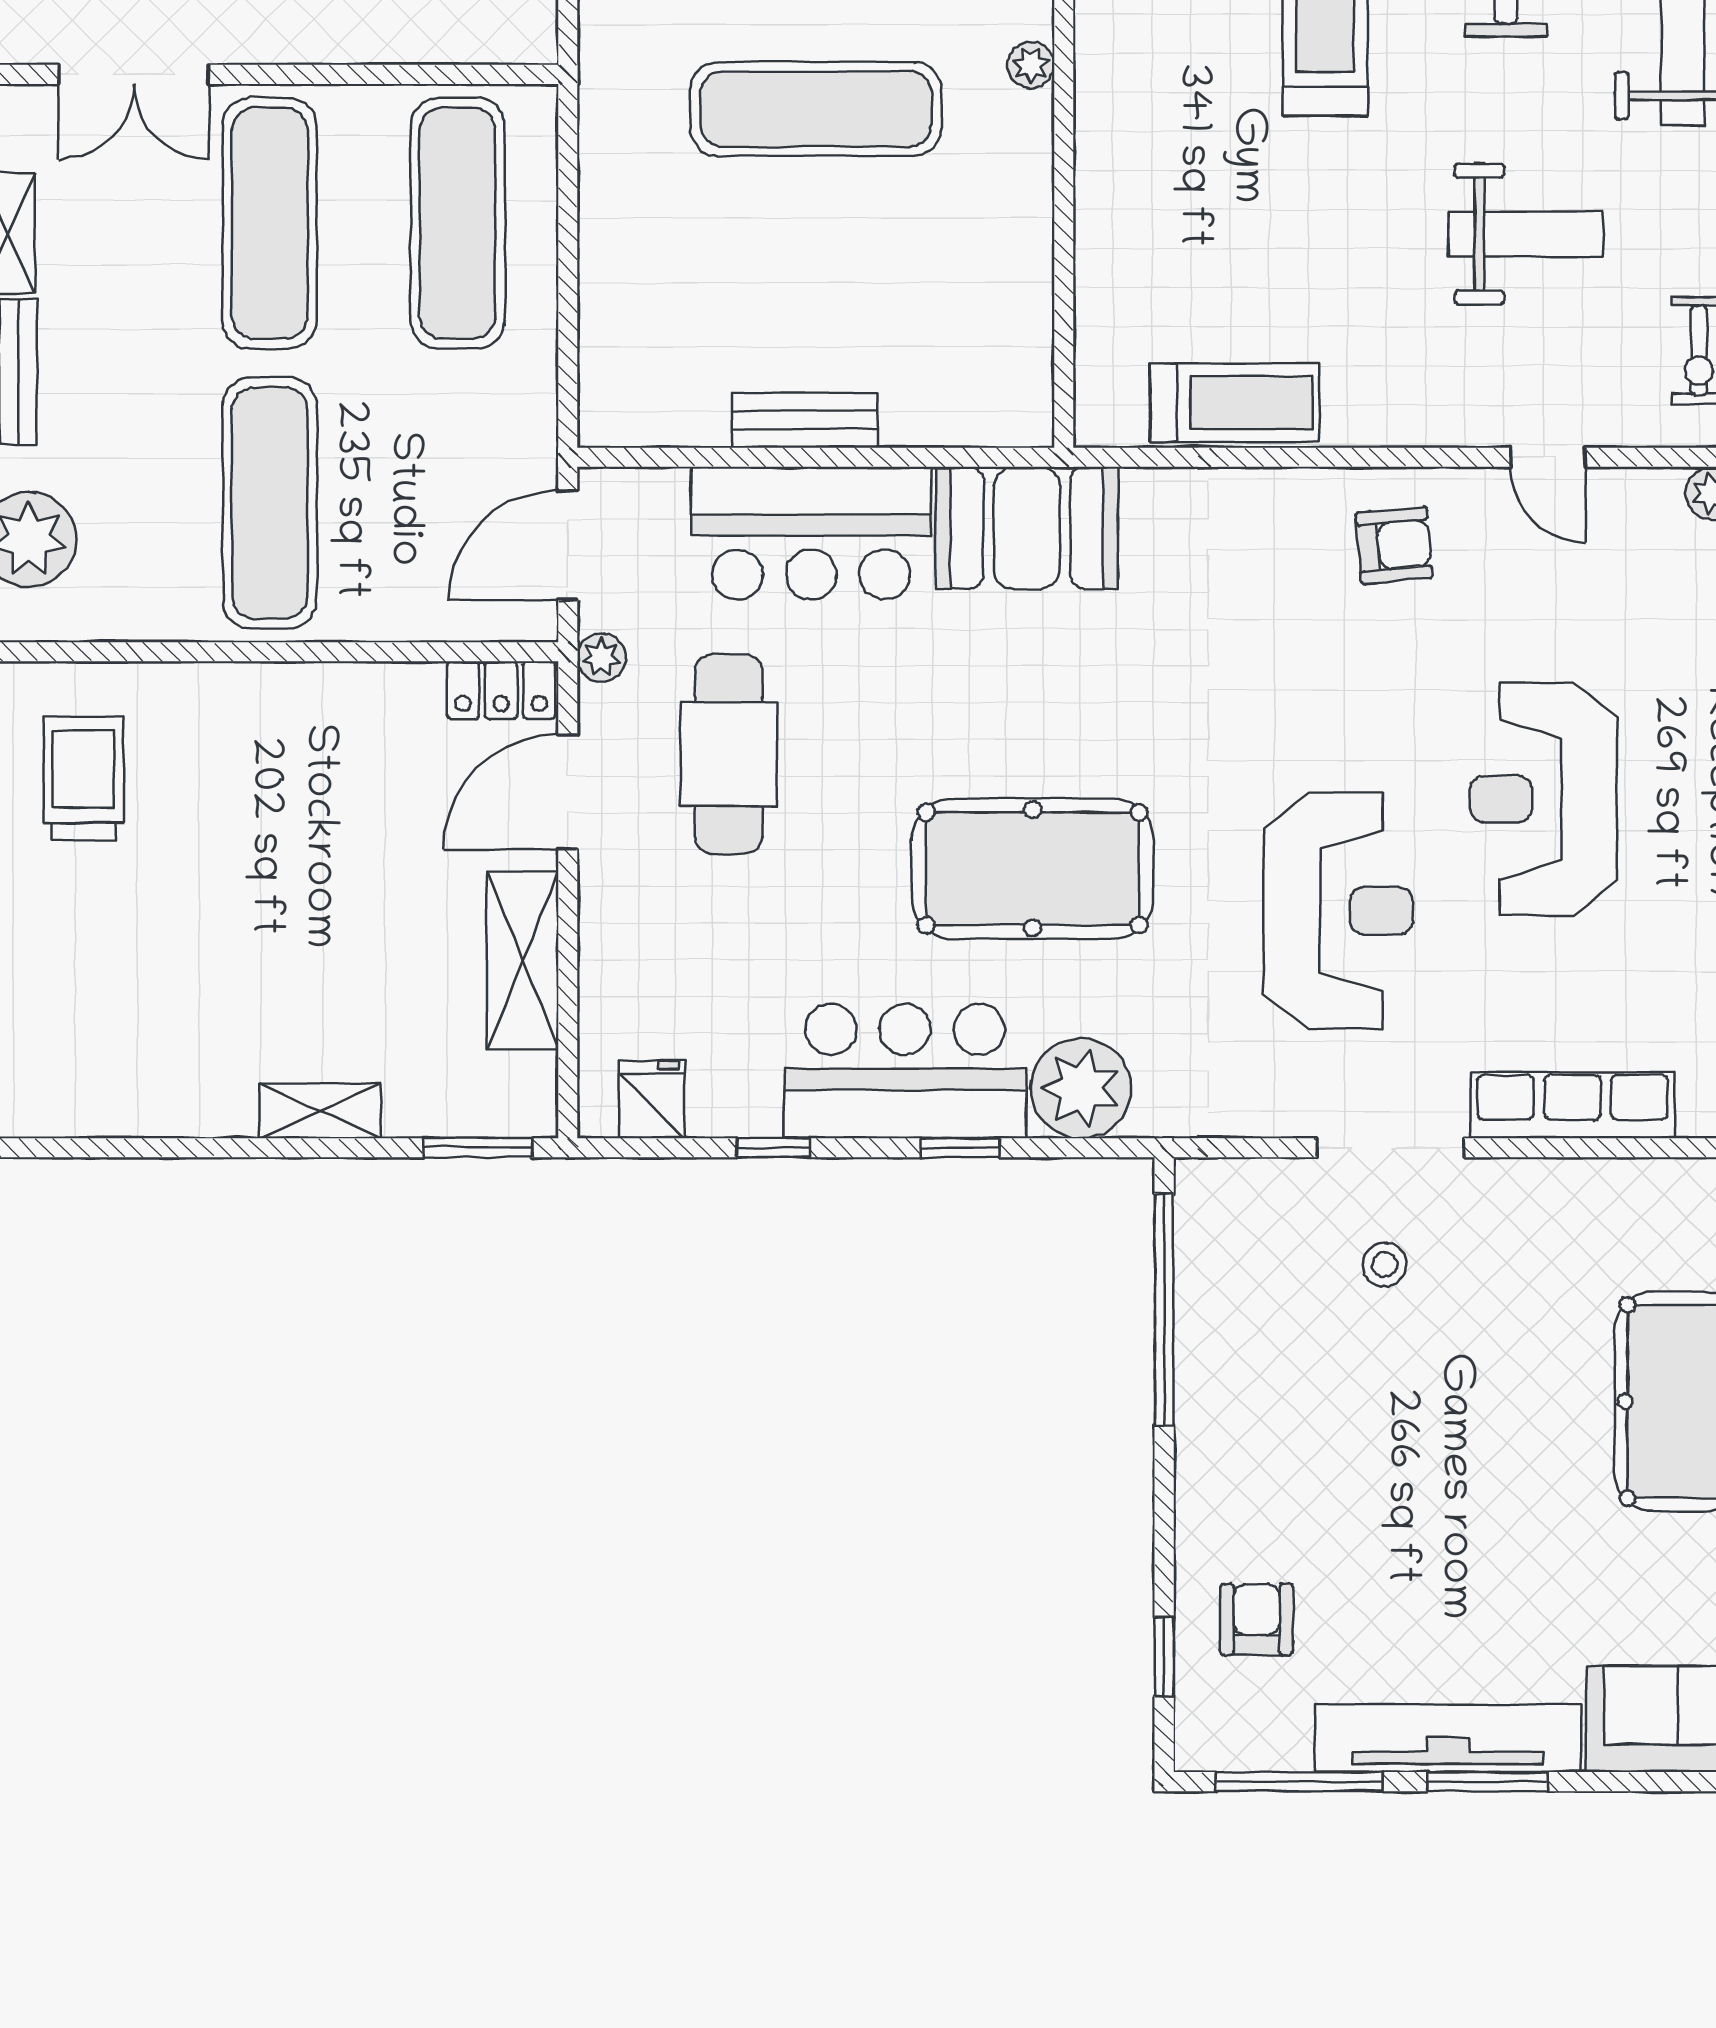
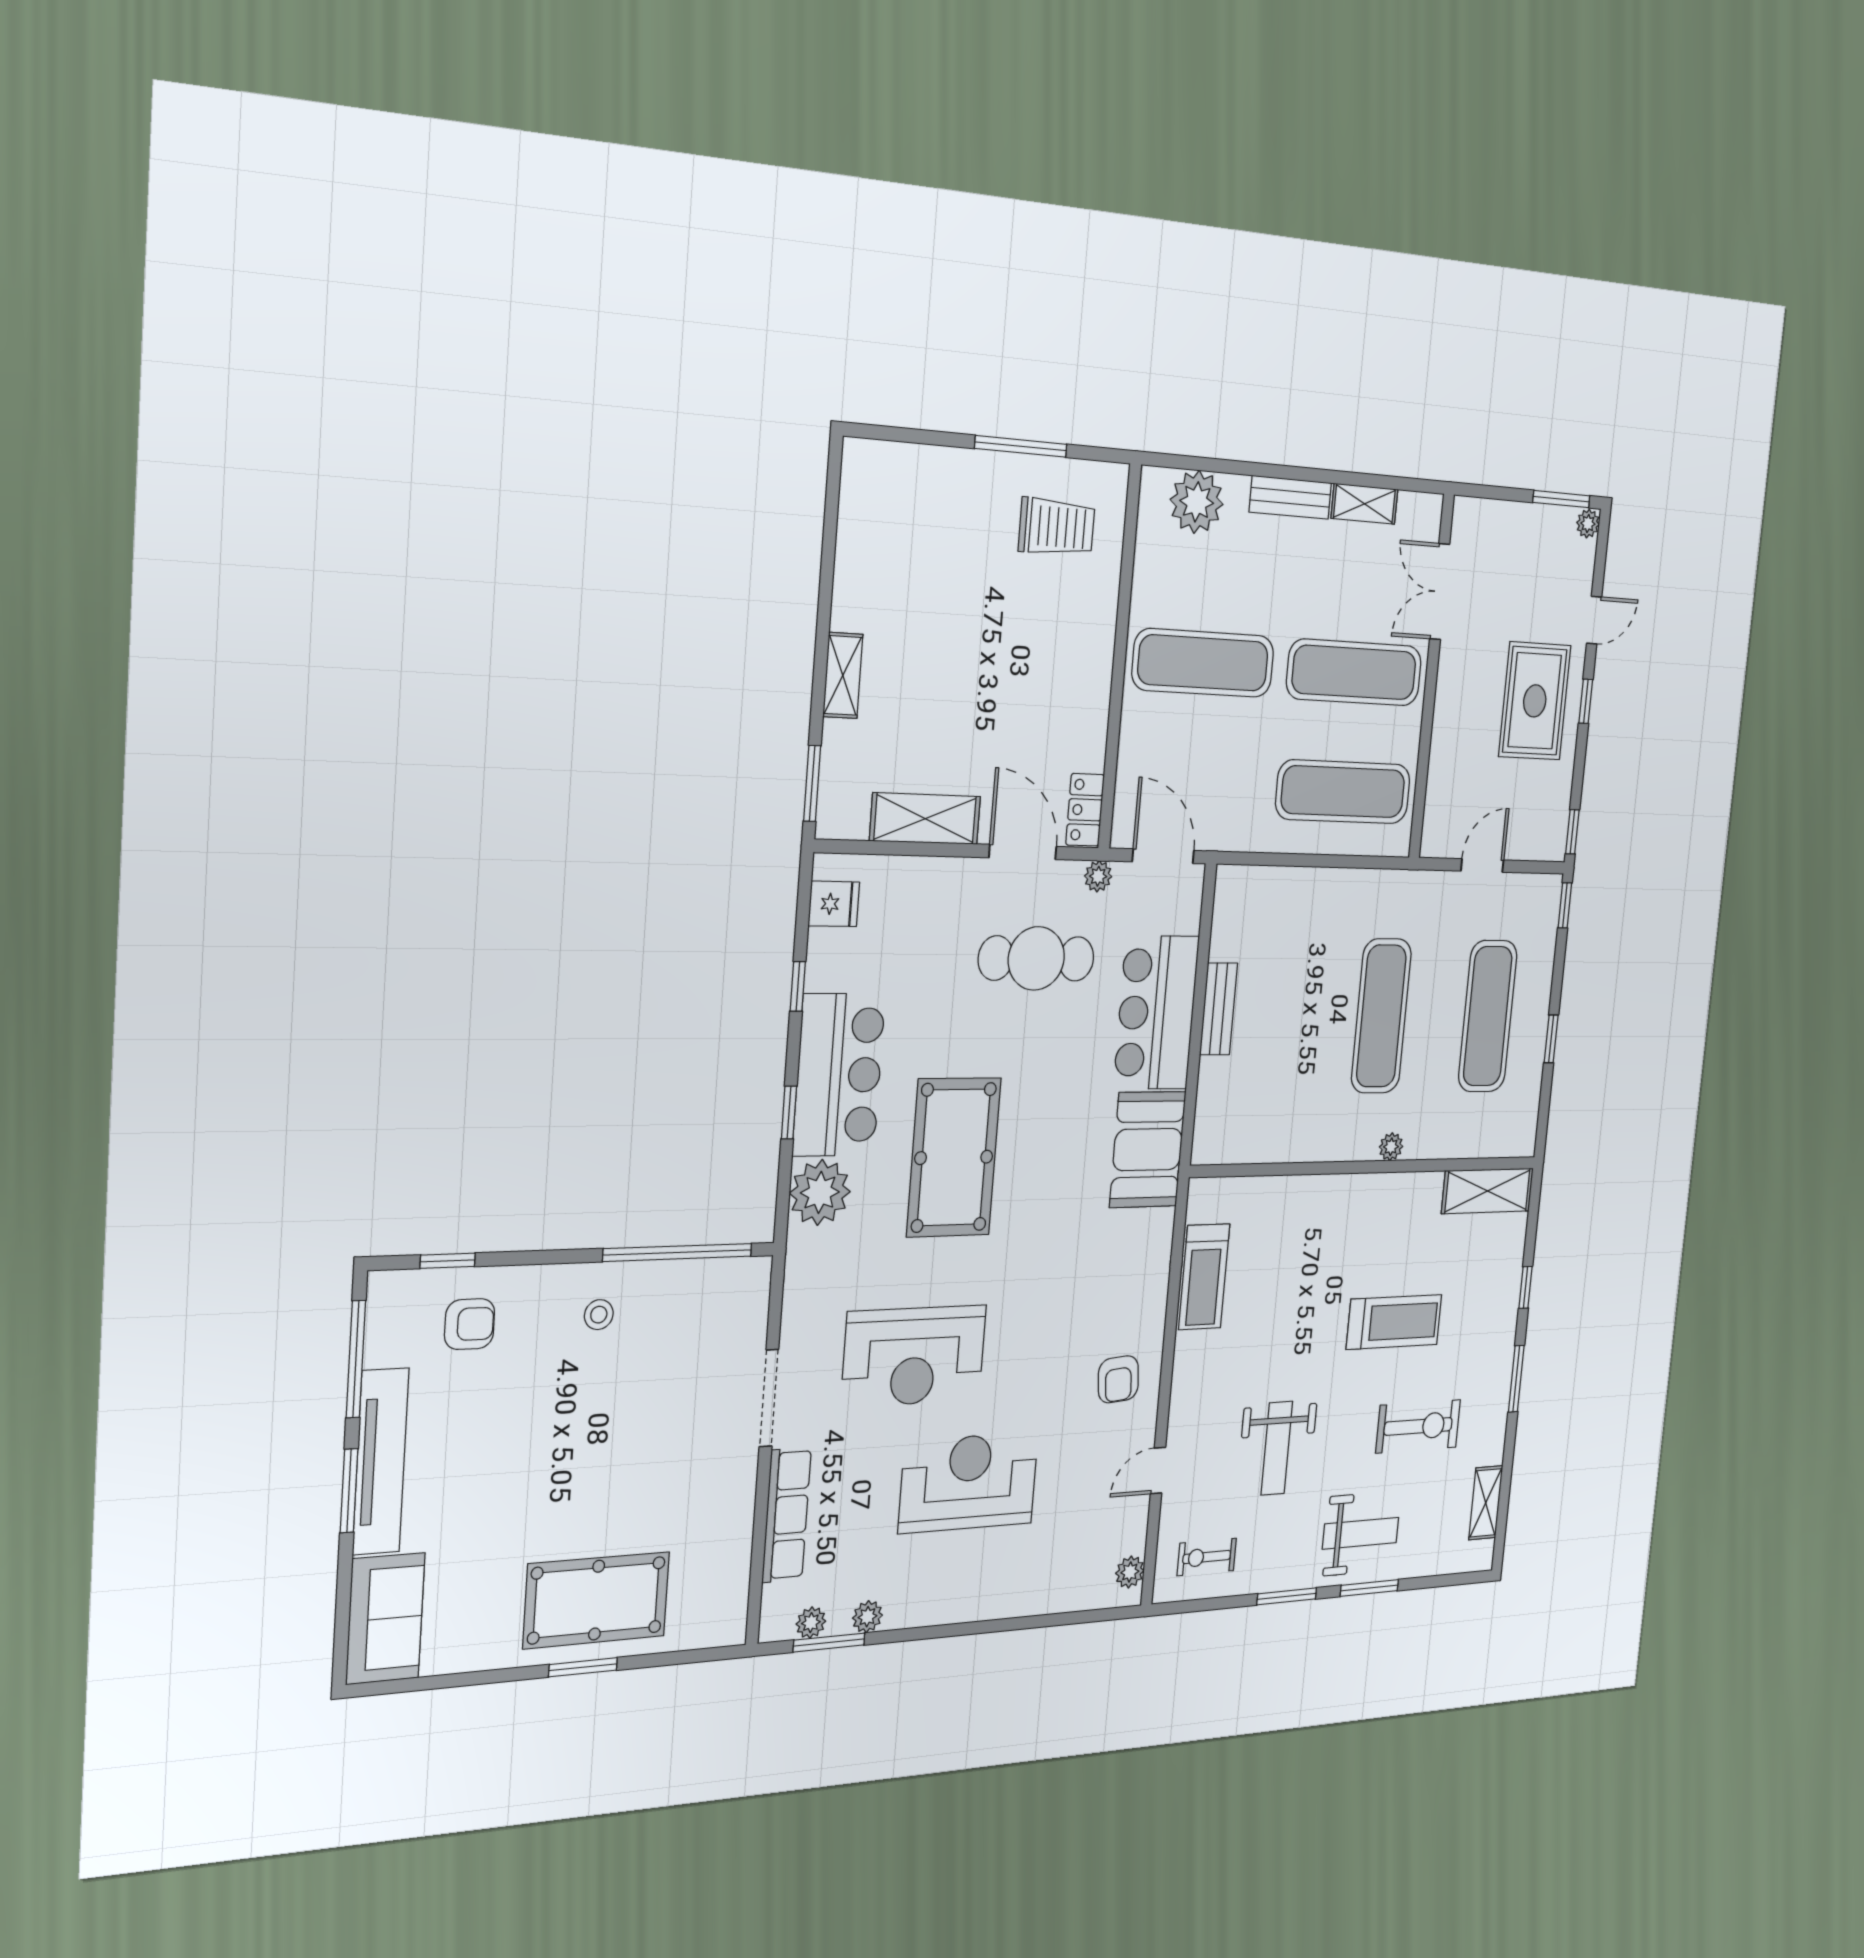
stool: (1385, 1265) -> (599, 1315), moved

